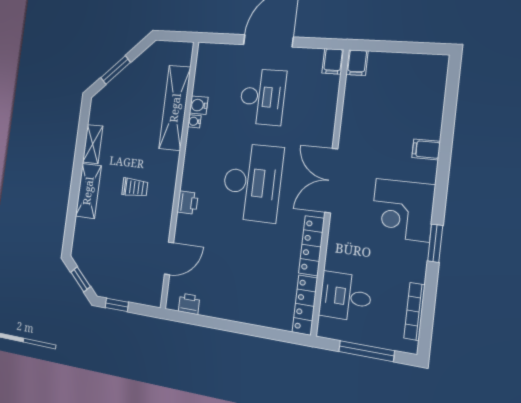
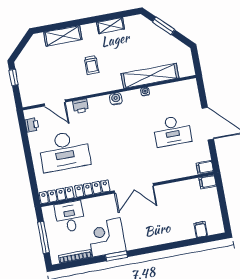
water cooler: (199, 105) -> (116, 99), moved
filing cabinet: (426, 149) -> (201, 229), moved
double door: (331, 181) -> (134, 188), swing flipped
desk: (252, 182) -> (64, 151), moved
shelving: (88, 191) -> (63, 36), moved
printer: (188, 203) -> (81, 106), moved
corner desk: (402, 210) -> (106, 237), moved
window: (81, 279) -> (21, 47), removed

